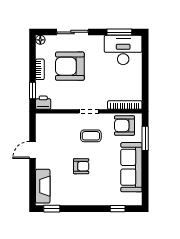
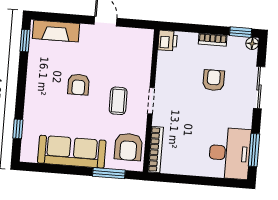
armchair: (70, 66) -> (214, 80), width x0.53, depth x0.53
window: (33, 91) -> (241, 32), moved
armchair: (124, 125) -> (128, 147), turned 180

